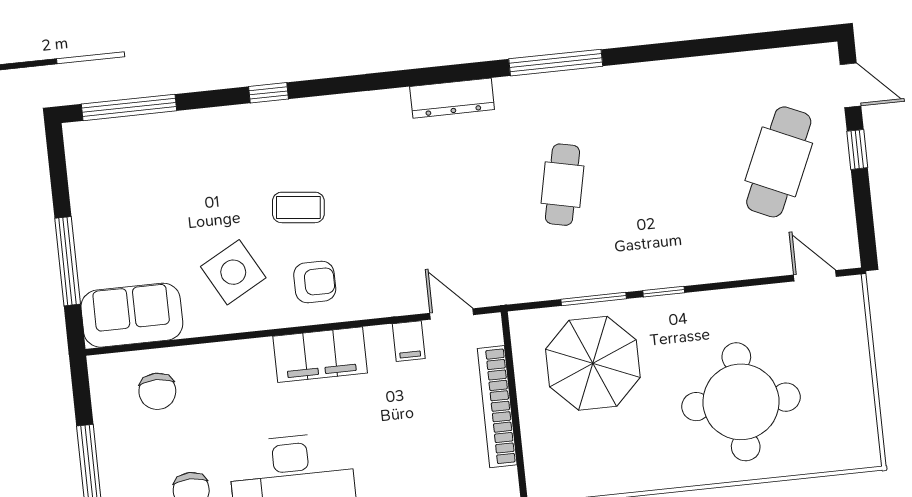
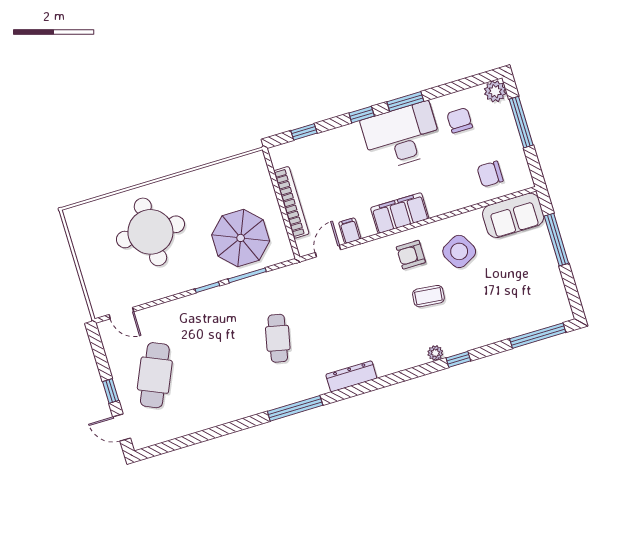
plant: (305, 111) -> (435, 353), added
door: (452, 314) -> (328, 251), swing flipped
chair: (157, 391) -> (490, 174), turned -90

